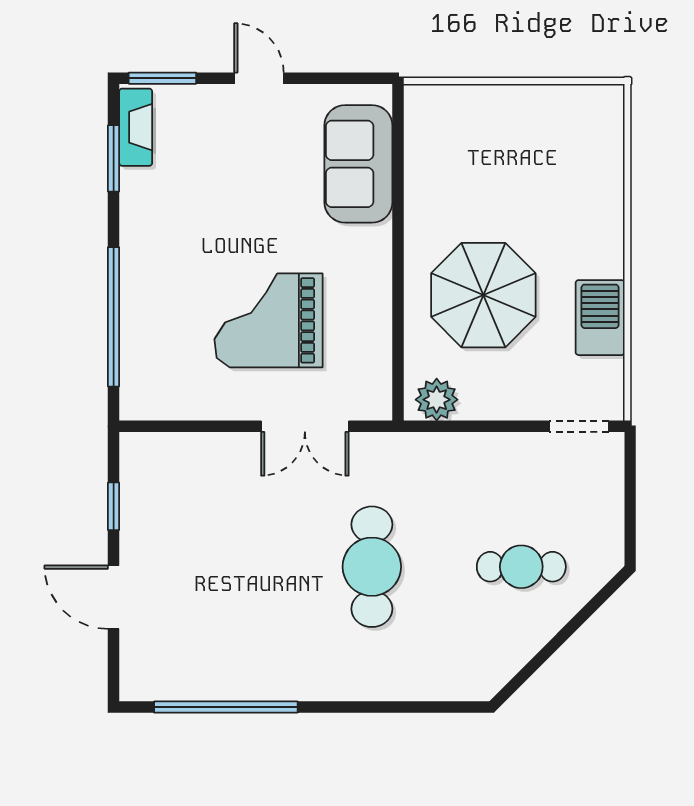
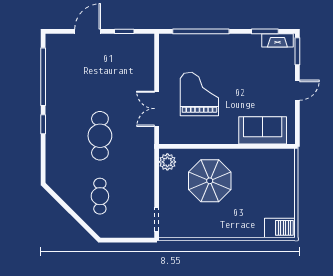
barbecue: (600, 318) -> (280, 228), moved
cafe table: (372, 567) -> (100, 136), turned 90
window: (343, 707) -> (43, 124), added

